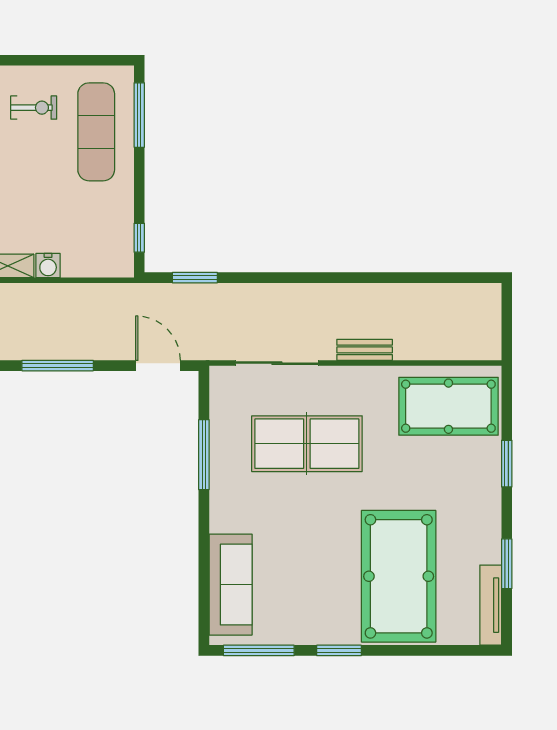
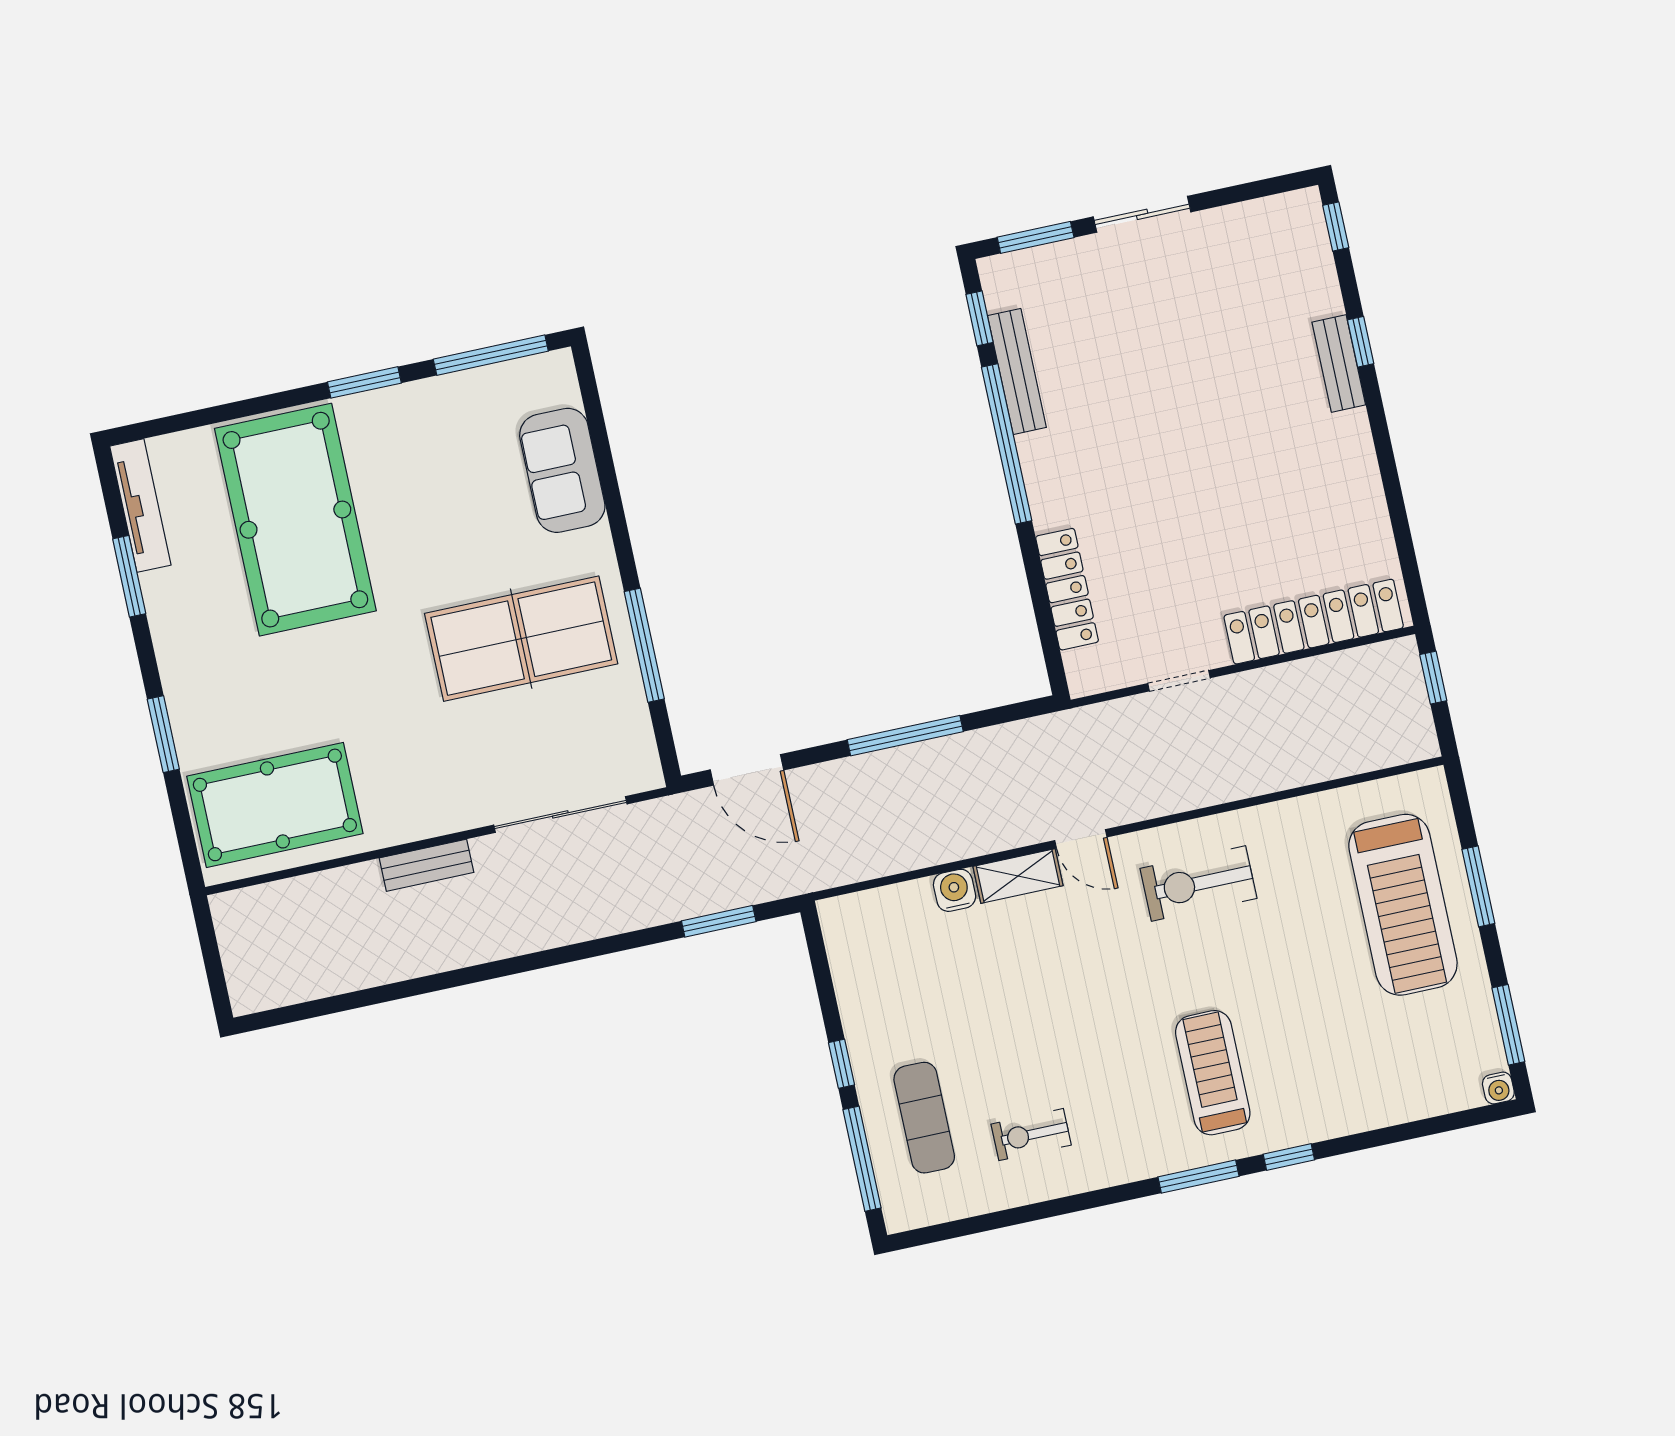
exercise mat: (96, 132) -> (924, 1118), width x0.73, depth x0.69
window: (139, 238) -> (841, 1064), moved
table tennis table: (307, 444) -> (521, 639), moved
sofa: (231, 585) -> (562, 470), width x0.73

